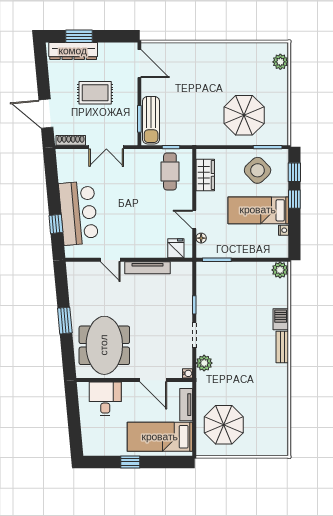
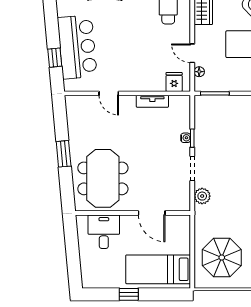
tv unit: (148, 268) -> (152, 101), width x0.71
water cooler: (188, 373) -> (186, 138), moved
tv unit: (186, 405) -> (184, 237), removed

